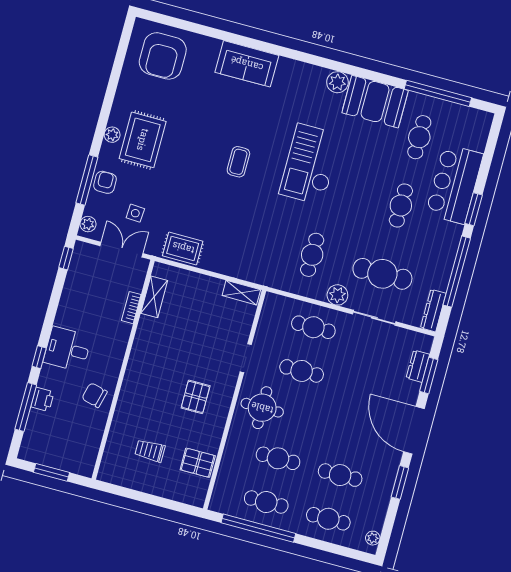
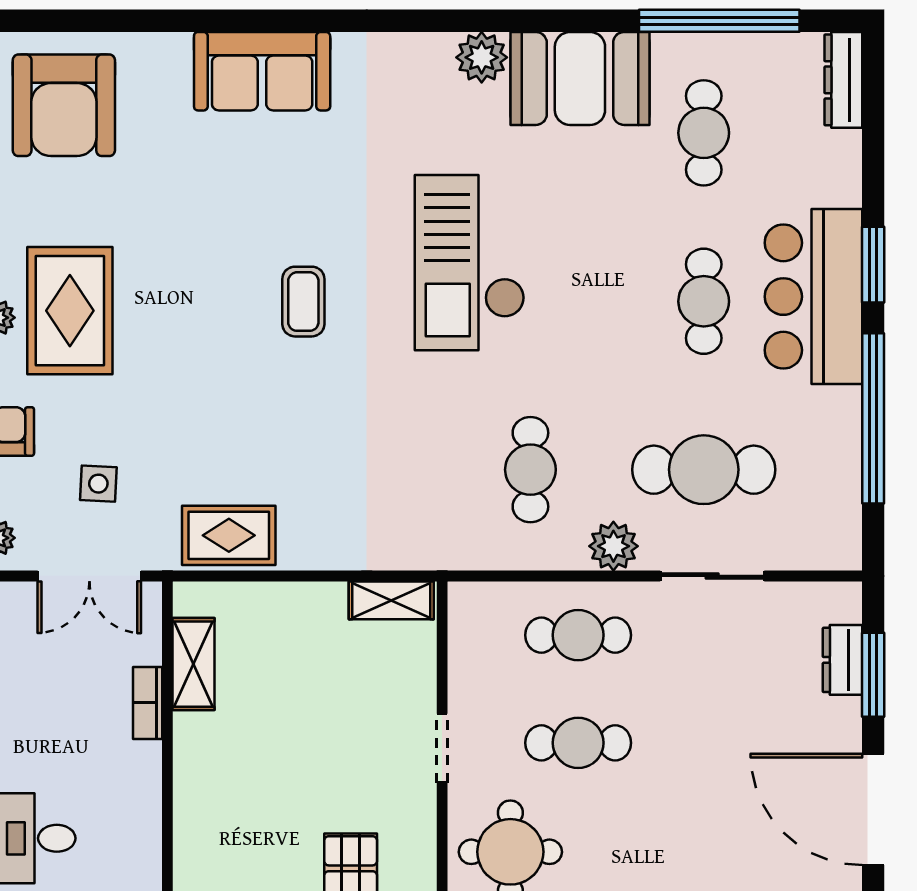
bar counter: (454, 184) -> (813, 297), moved
double door: (122, 250) -> (89, 576), swing flipped
dresser: (433, 311) -> (843, 80), moved

